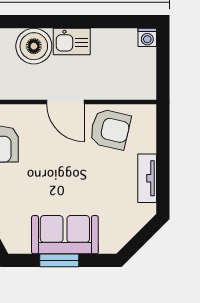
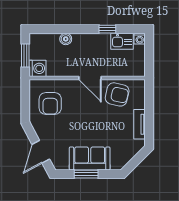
window: (94, 22) -> (107, 29), added
kitchen sink: (72, 42) -> (122, 41), moved
boiler: (34, 46) -> (66, 39), width x0.54, depth x0.54

